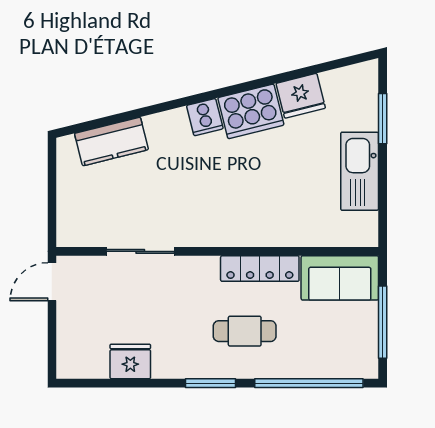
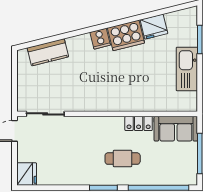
sliding door: (140, 251) -> (45, 114), moved
locker: (260, 269) -> (139, 123), width x0.66
fridge: (130, 361) -> (27, 174), moved, turned 90

